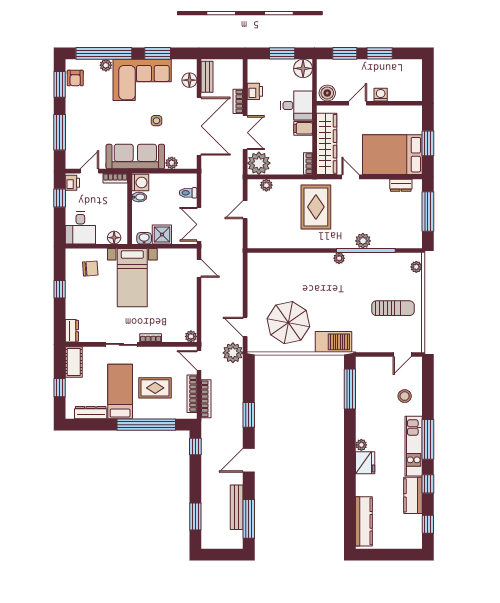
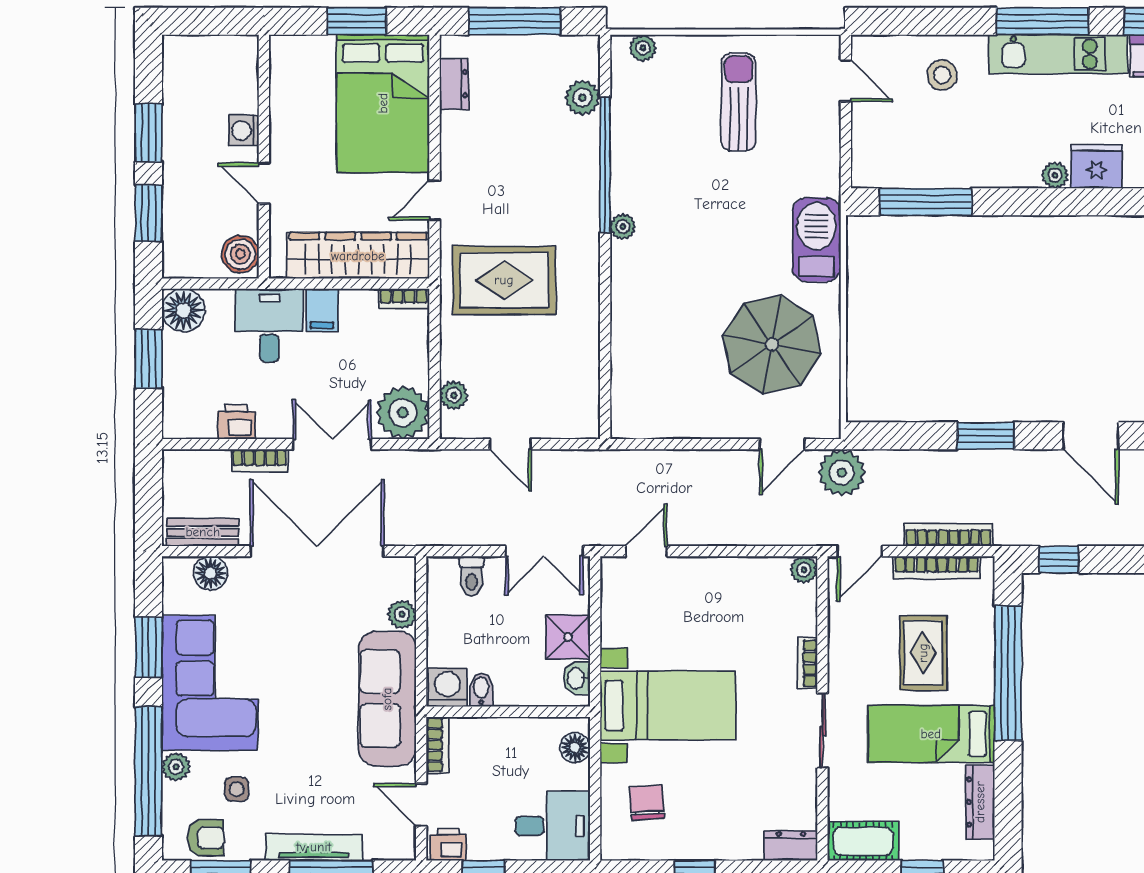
side table: (157, 121) -> (237, 789), moved
tv unit: (71, 125) -> (314, 847), added
plant: (363, 241) -> (582, 98), moved

